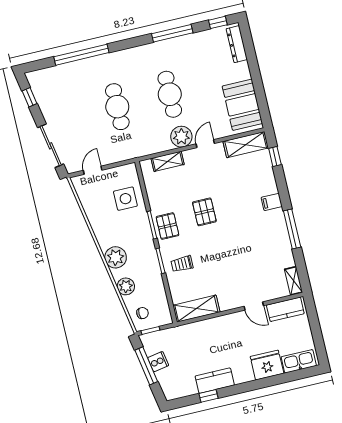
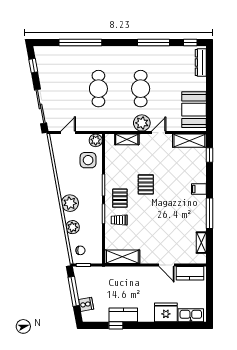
plant: (129, 172) -> (96, 140), added
pallet: (167, 226) -> (120, 198), moved
shelving: (293, 281) -> (201, 243), moved
cooker: (158, 362) -> (86, 304), moved

